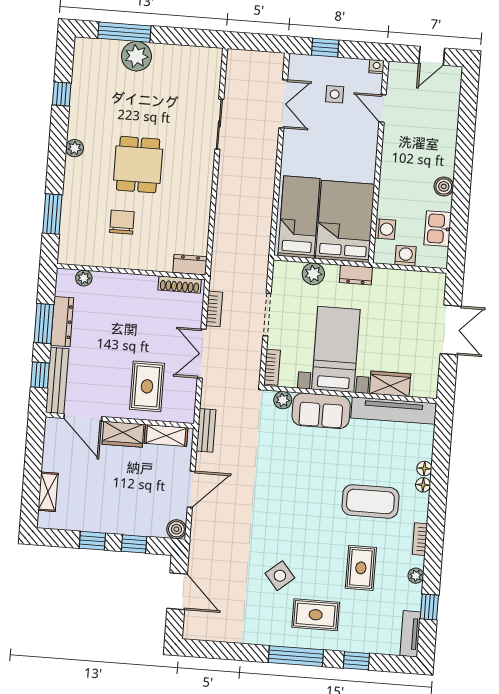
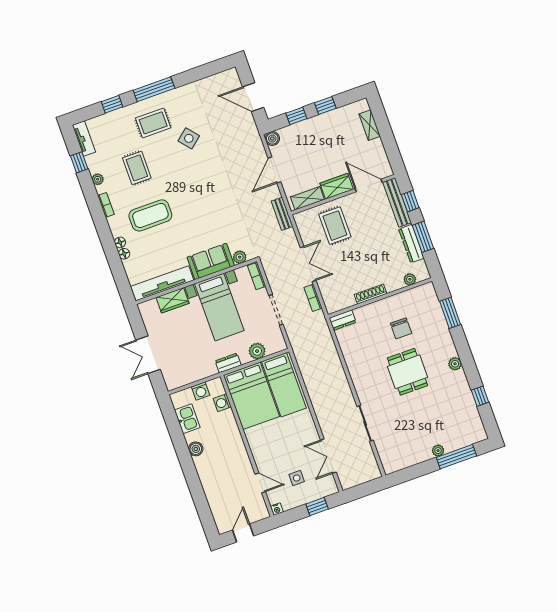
plant: (136, 56) -> (438, 451), width x0.53, depth x0.53
shoe rack: (180, 285) -> (371, 294), moved

